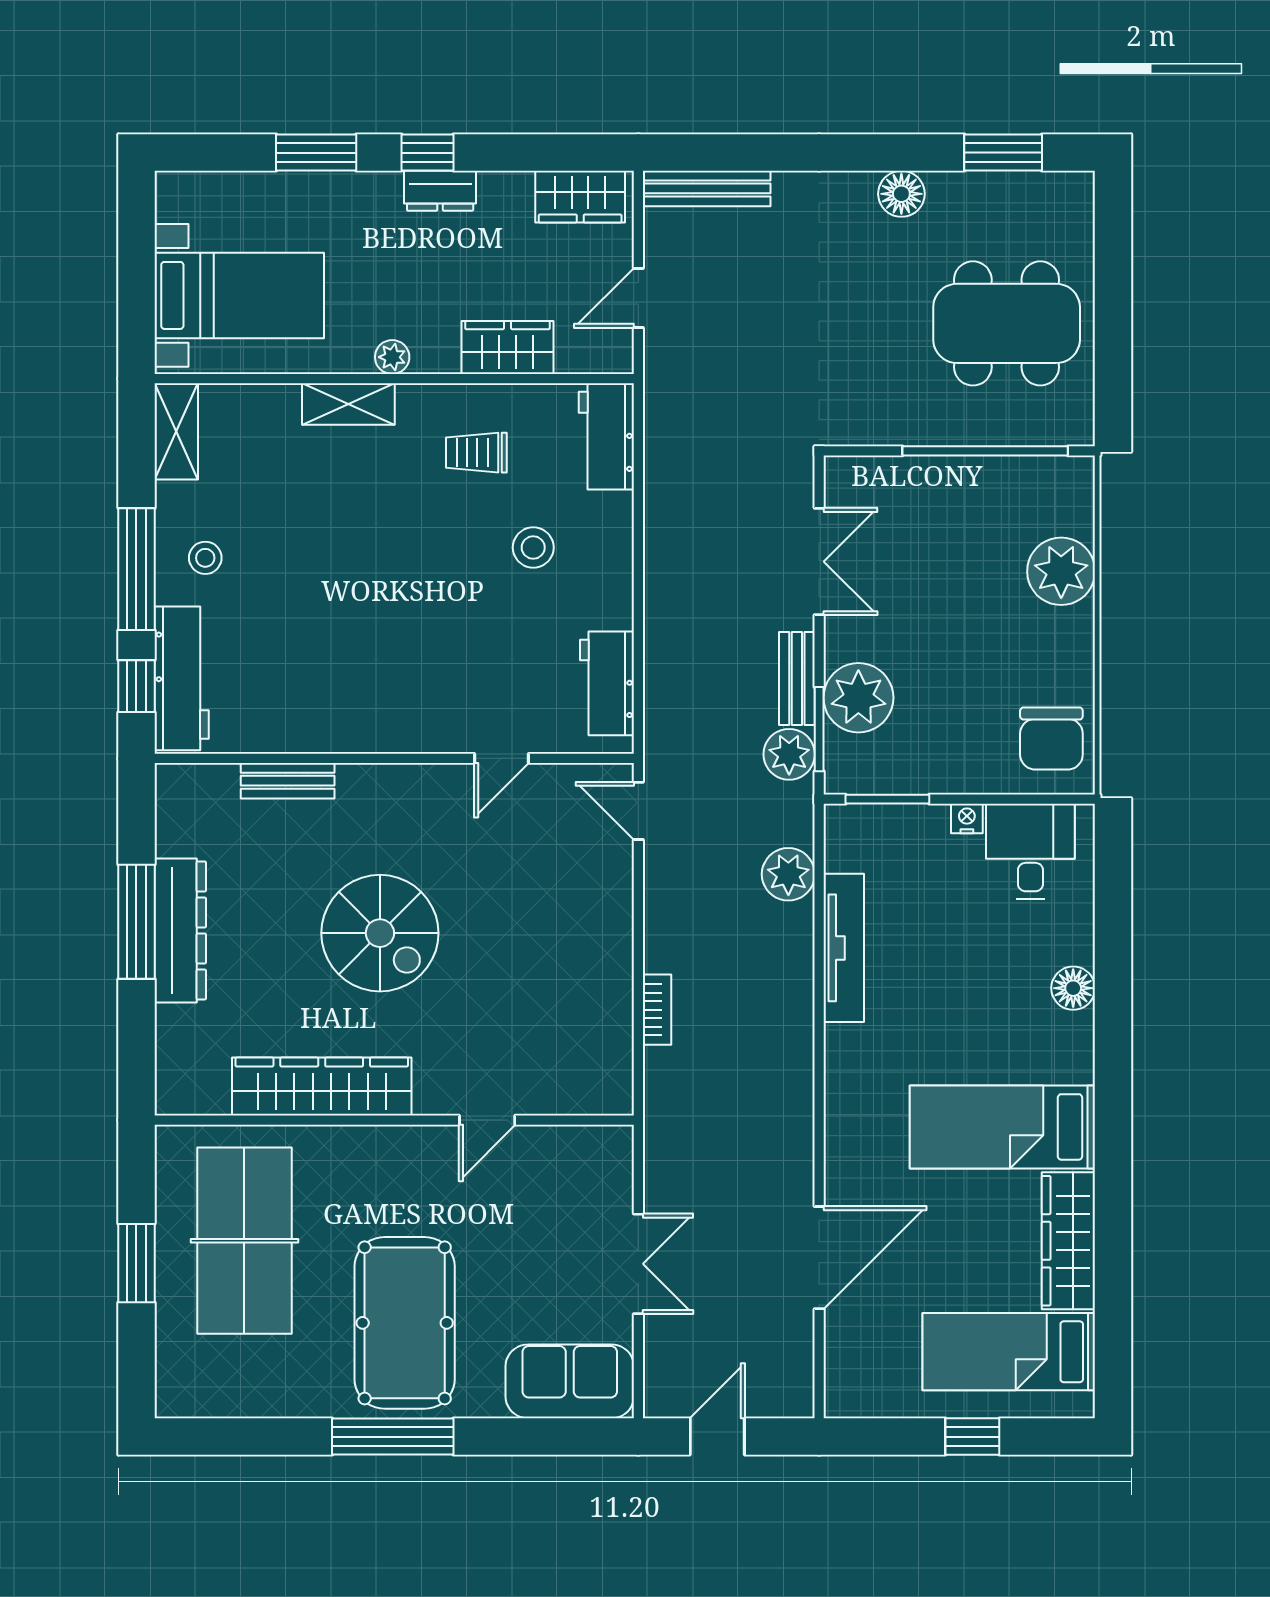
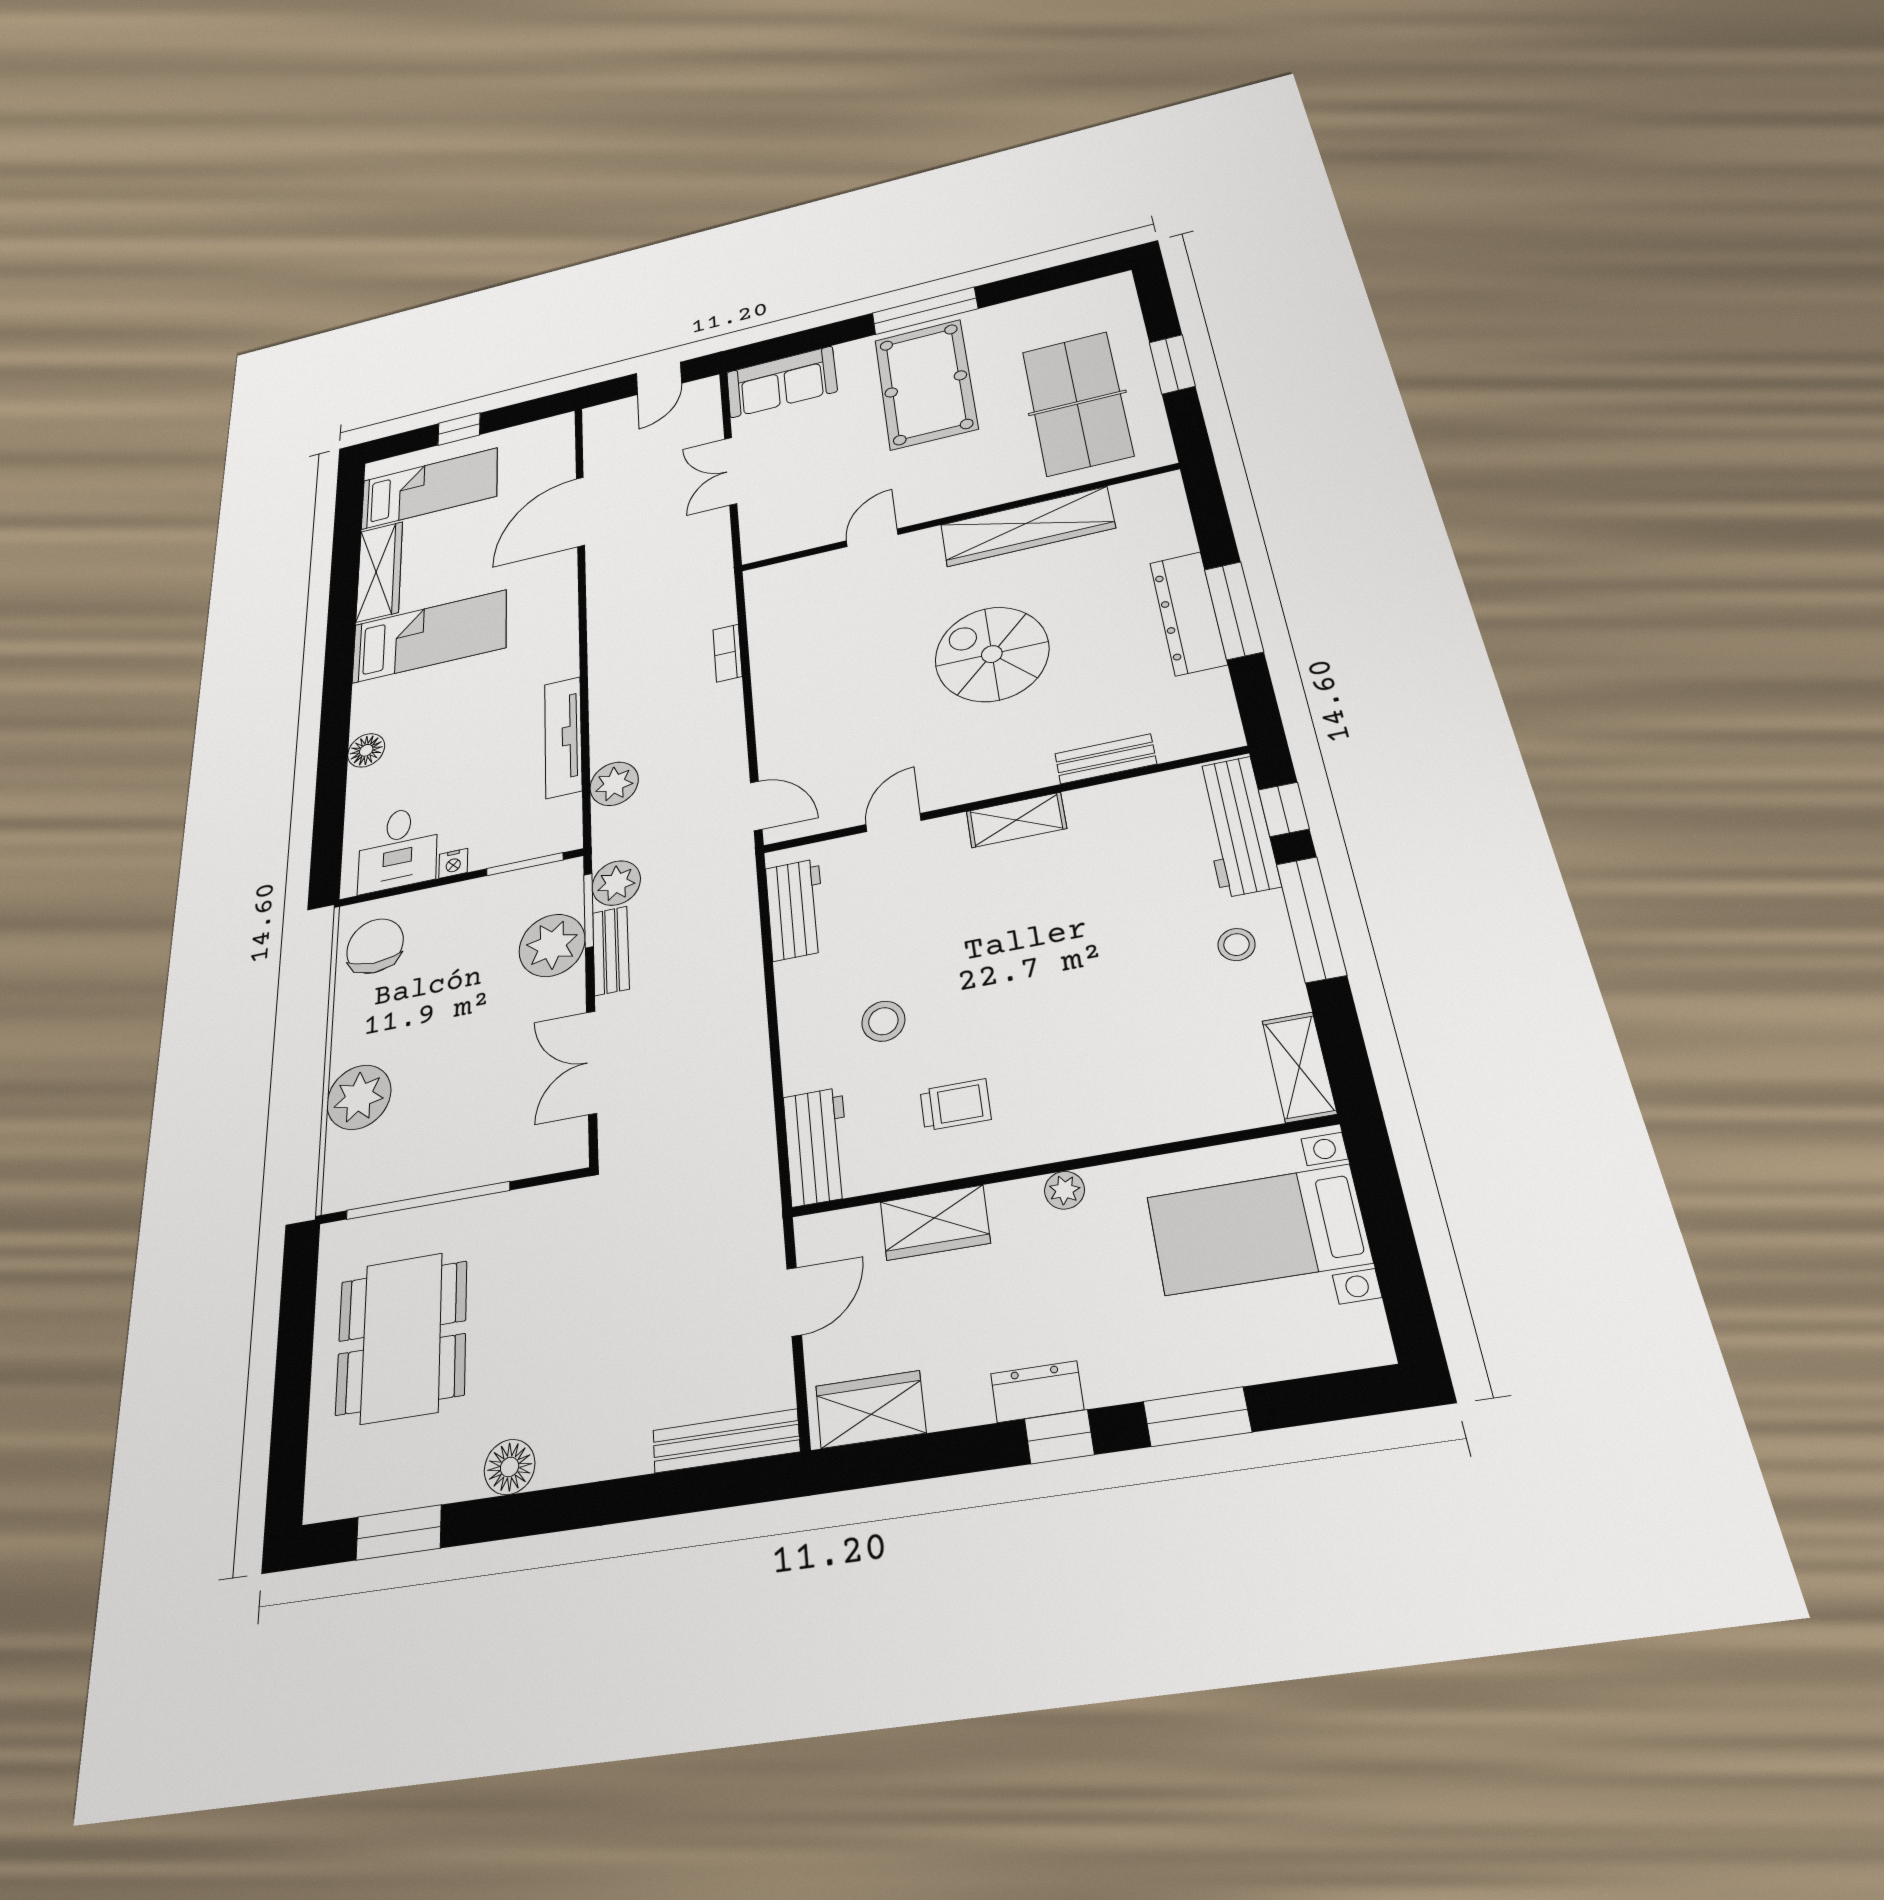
dining table: (1007, 323) -> (402, 1337), turned 90
shelving: (348, 404) -> (1016, 820), moved

